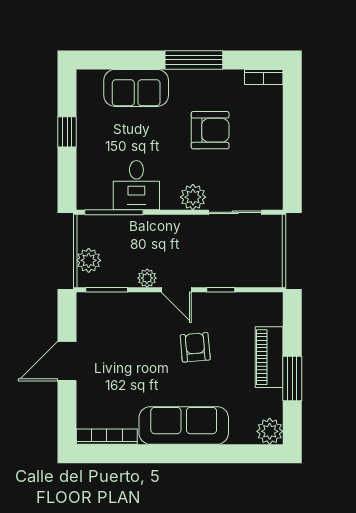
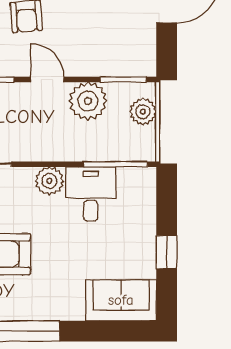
sofa: (136, 88) -> (121, 300), moved
plant: (193, 197) -> (49, 181), moved
plant: (147, 278) -> (88, 101), width x1.88, depth x1.88

